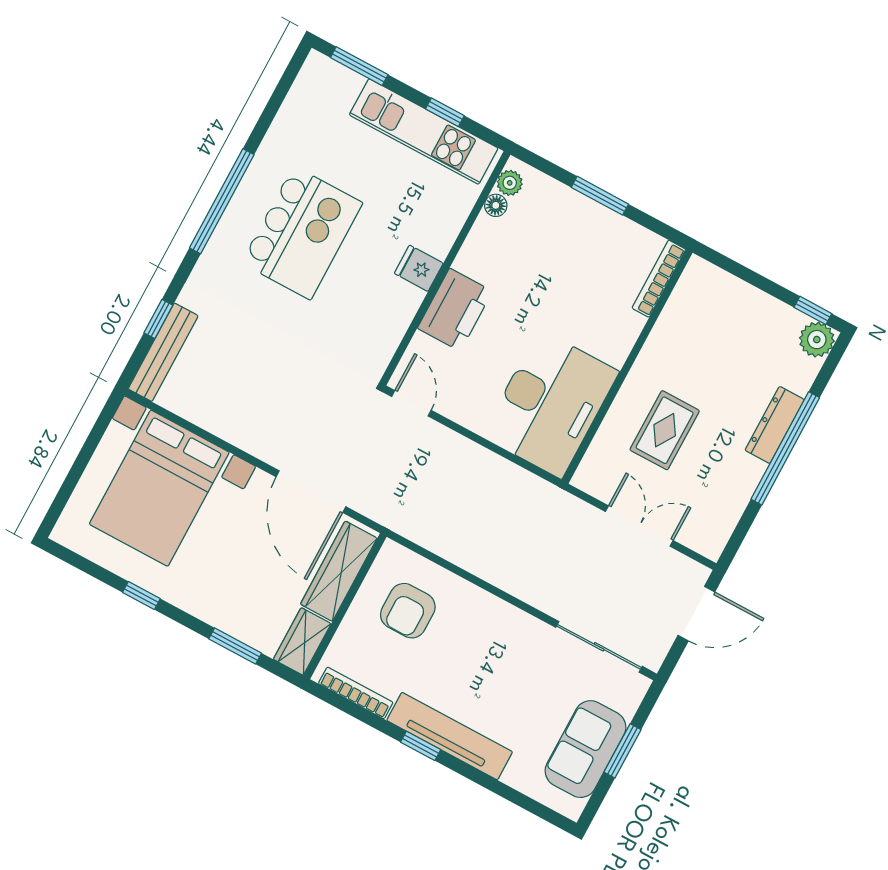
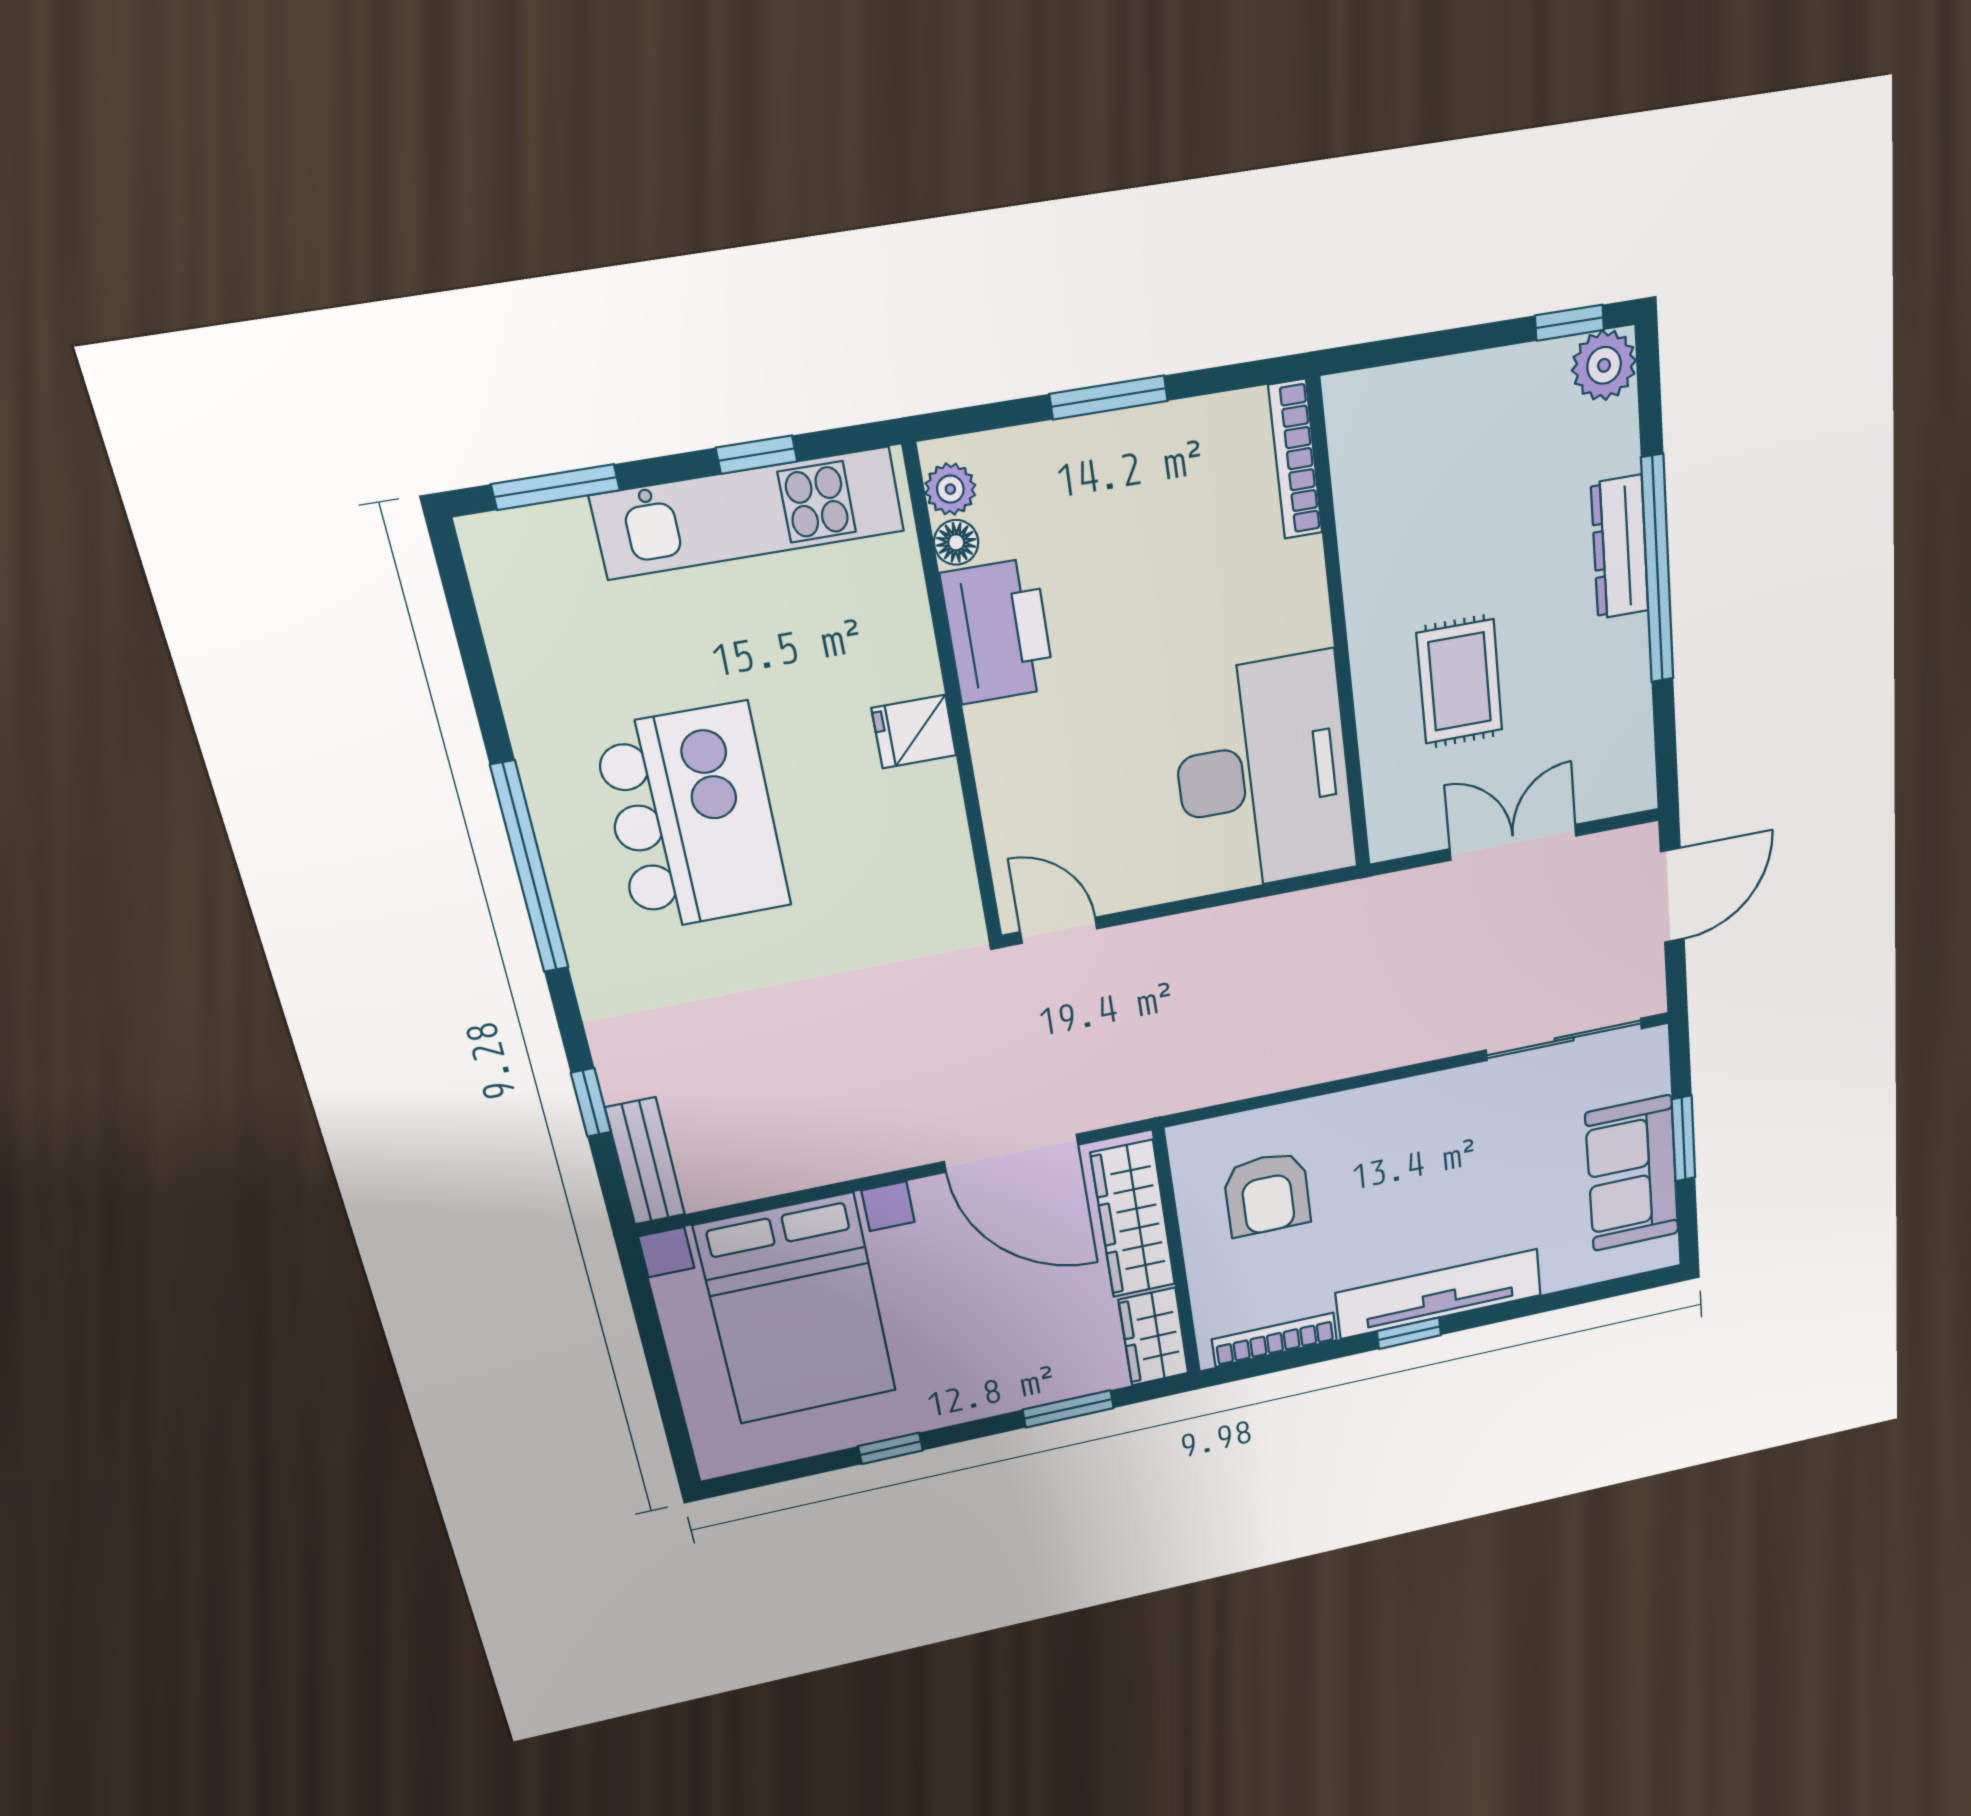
printer: (455, 310) -> (998, 631), moved
bench: (163, 352) -> (645, 1161), width x0.73

